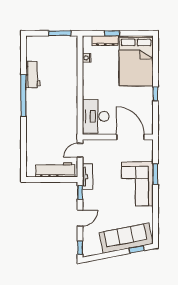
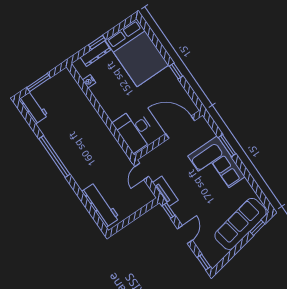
window: (60, 33) -> (39, 82), moved
workbench: (33, 75) -> (33, 107), moved
workbench: (55, 170) -> (101, 205), moved, turned 90

